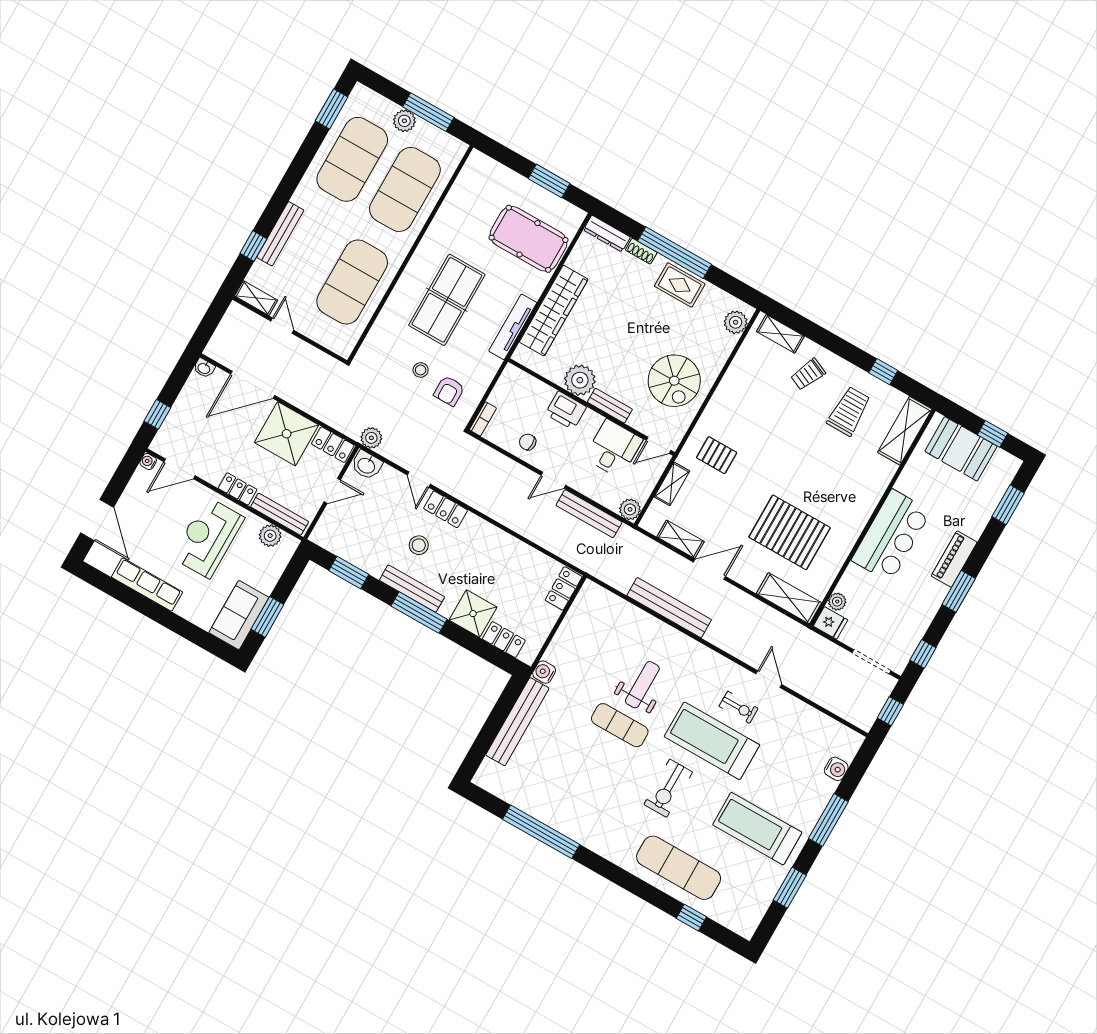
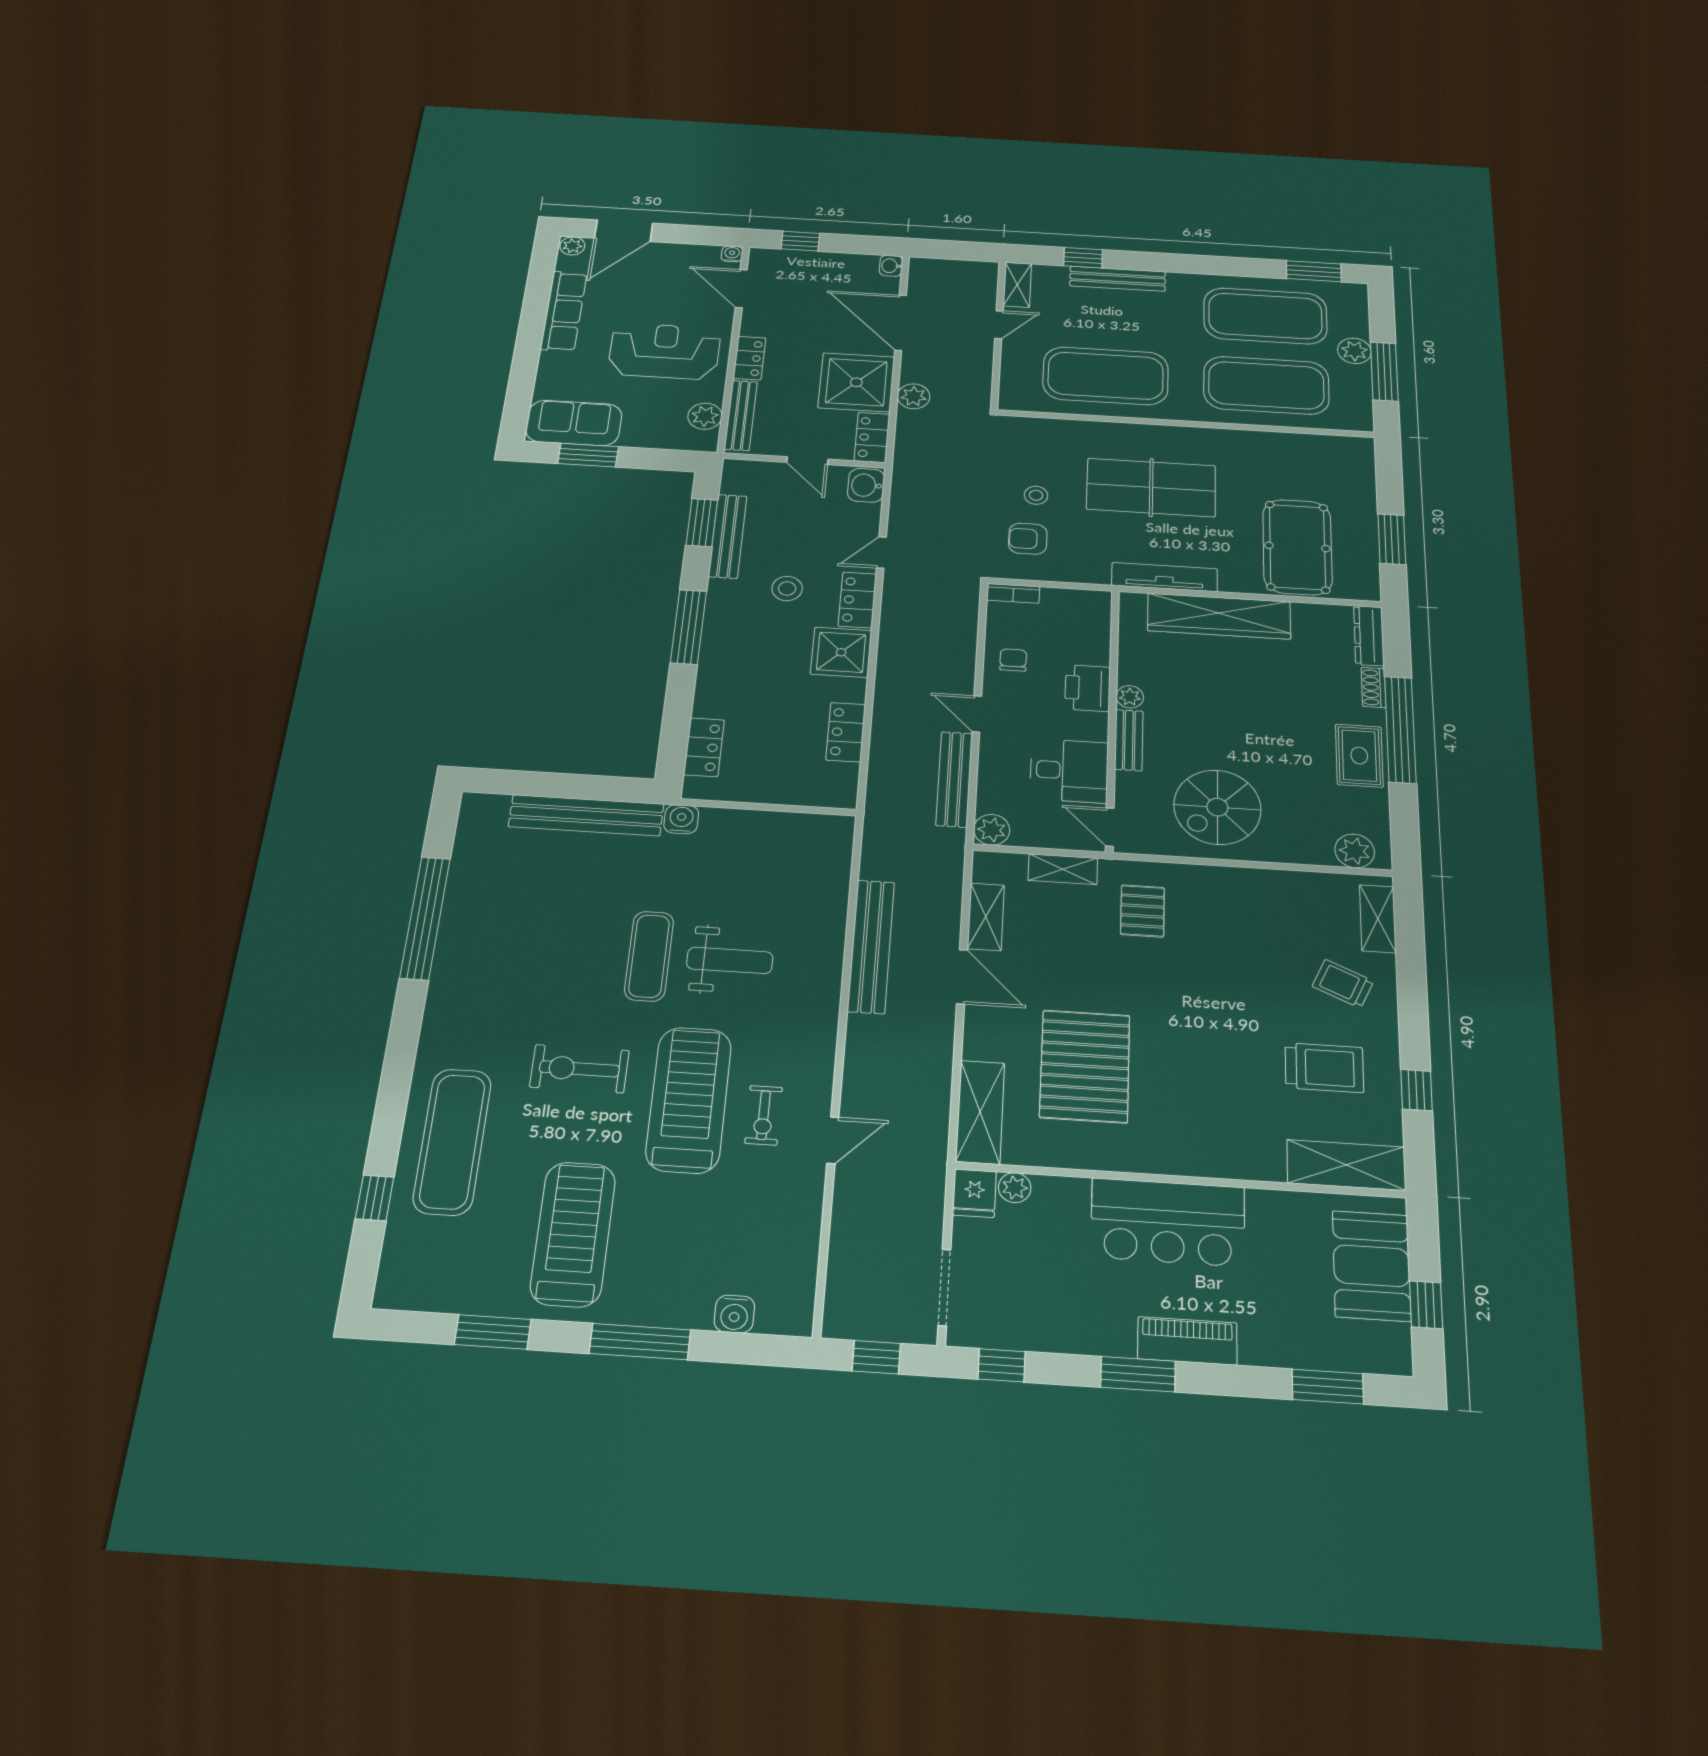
plant: (580, 380) -> (1130, 697), width x0.53, depth x0.53
plant: (371, 438) -> (914, 396), moved
plant: (95, 557) -> (572, 246), added
locker: (564, 588) -> (846, 732), moved, turned -90
bench: (412, 589) -> (728, 536), moved
shower: (473, 614) -> (841, 652), moved

